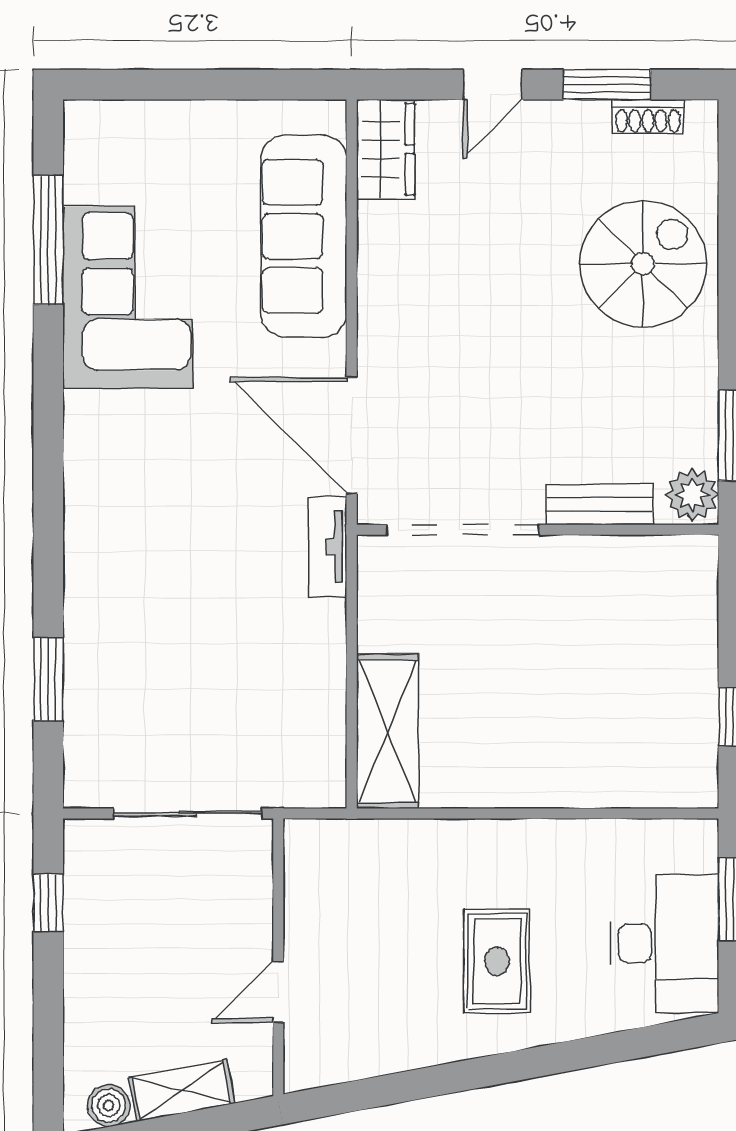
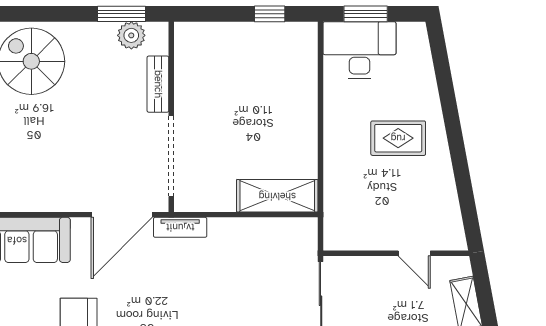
plant: (692, 495) -> (131, 35), moved
desk: (664, 943) -> (359, 50), moved

